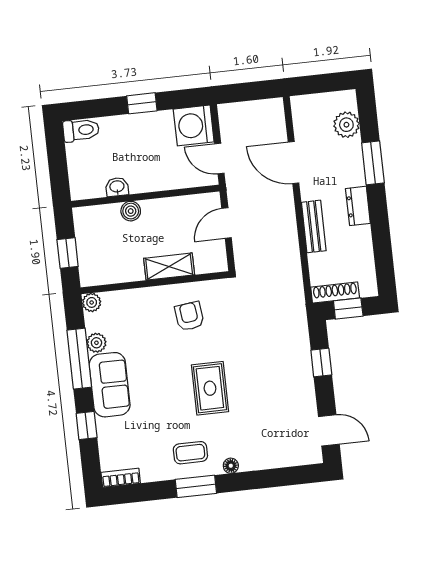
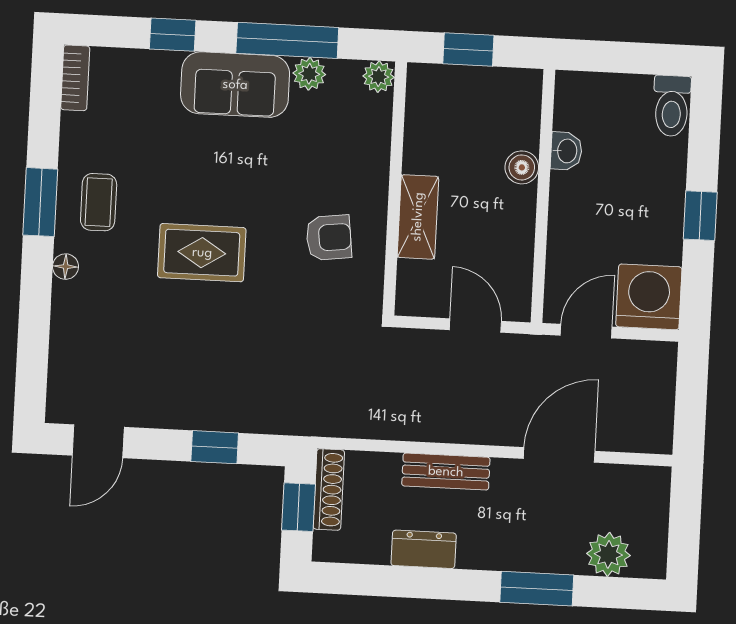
dresser: (358, 206) -> (424, 549), moved

